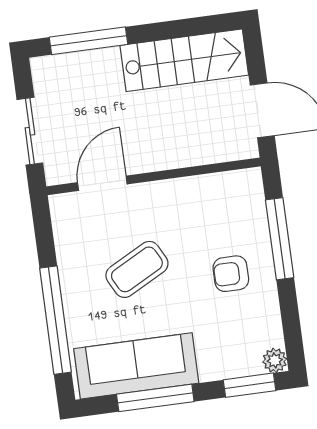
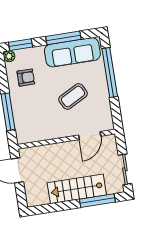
stairs: (184, 60) -> (77, 189), moved
sliding door: (30, 131) -> (125, 169), moved
armchair: (231, 274) -> (26, 78), moved

